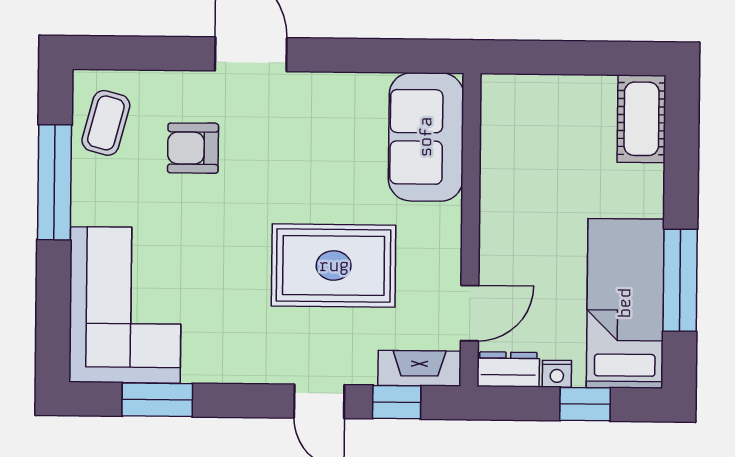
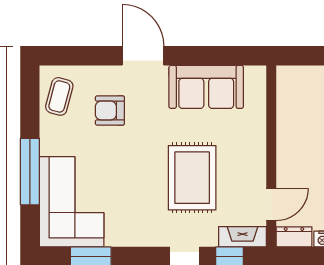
sofa: (426, 137) -> (206, 87), moved, turned -90
window: (55, 182) -> (30, 172), moved
rug: (334, 266) -> (192, 178), turned 90

